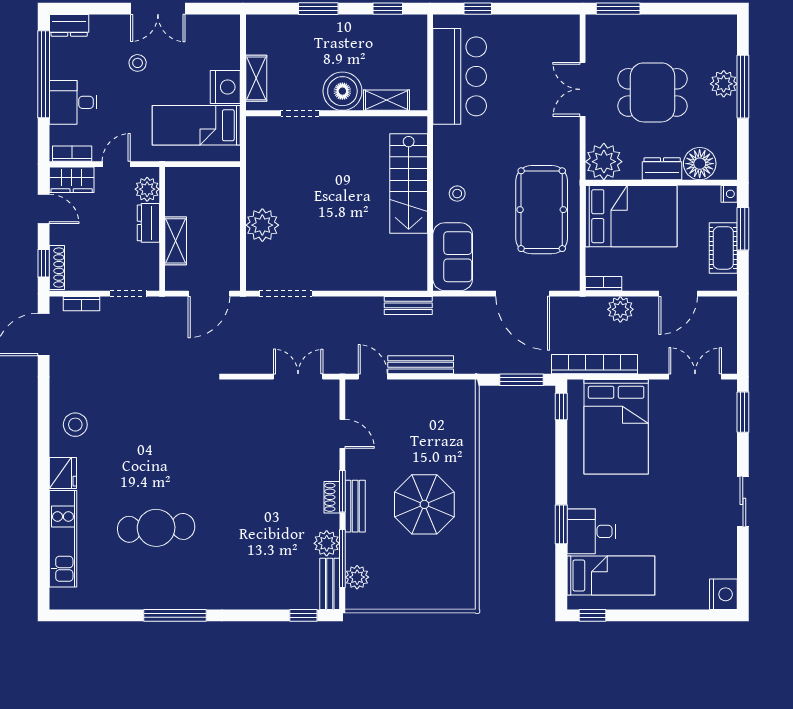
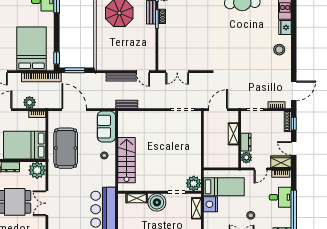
double door: (583, 89) -> (47, 203), swing flipped
plant: (262, 225) -> (194, 183), moved
door: (342, 434) -> (157, 45), removed

